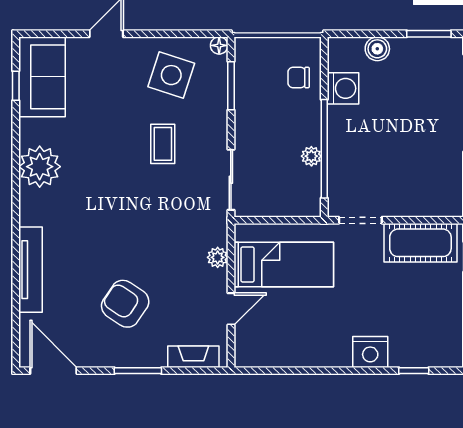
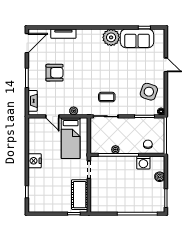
sofa: (42, 77) -> (137, 38), moved
coffee table: (163, 144) -> (107, 97), moved
tv unit: (31, 270) -> (63, 34), width x0.71
armchair: (125, 304) -> (54, 73), turned 56
nightstand: (370, 352) -> (35, 161), moved

